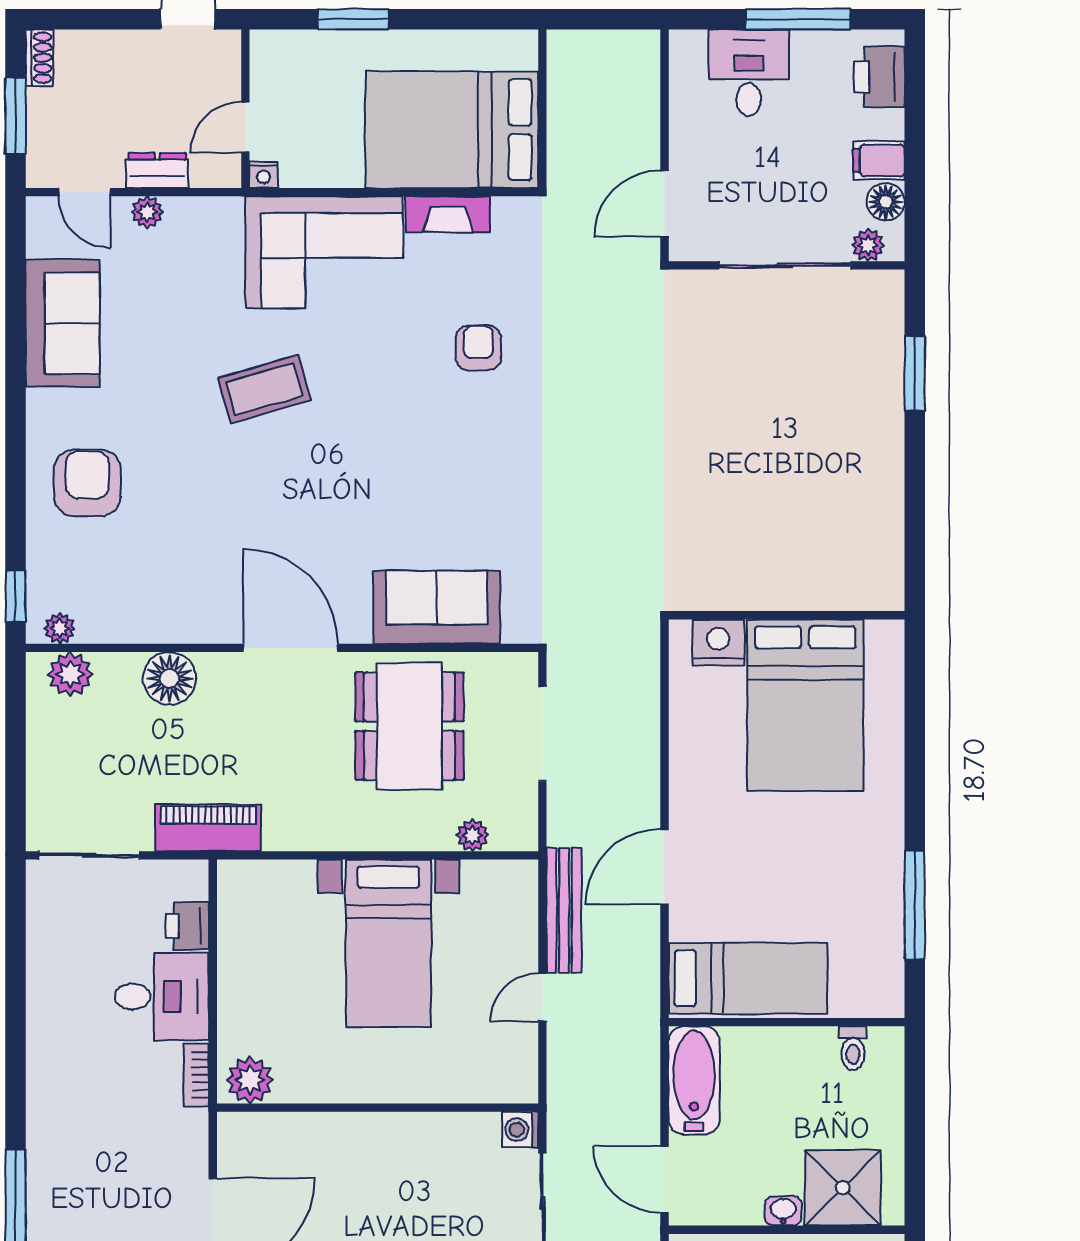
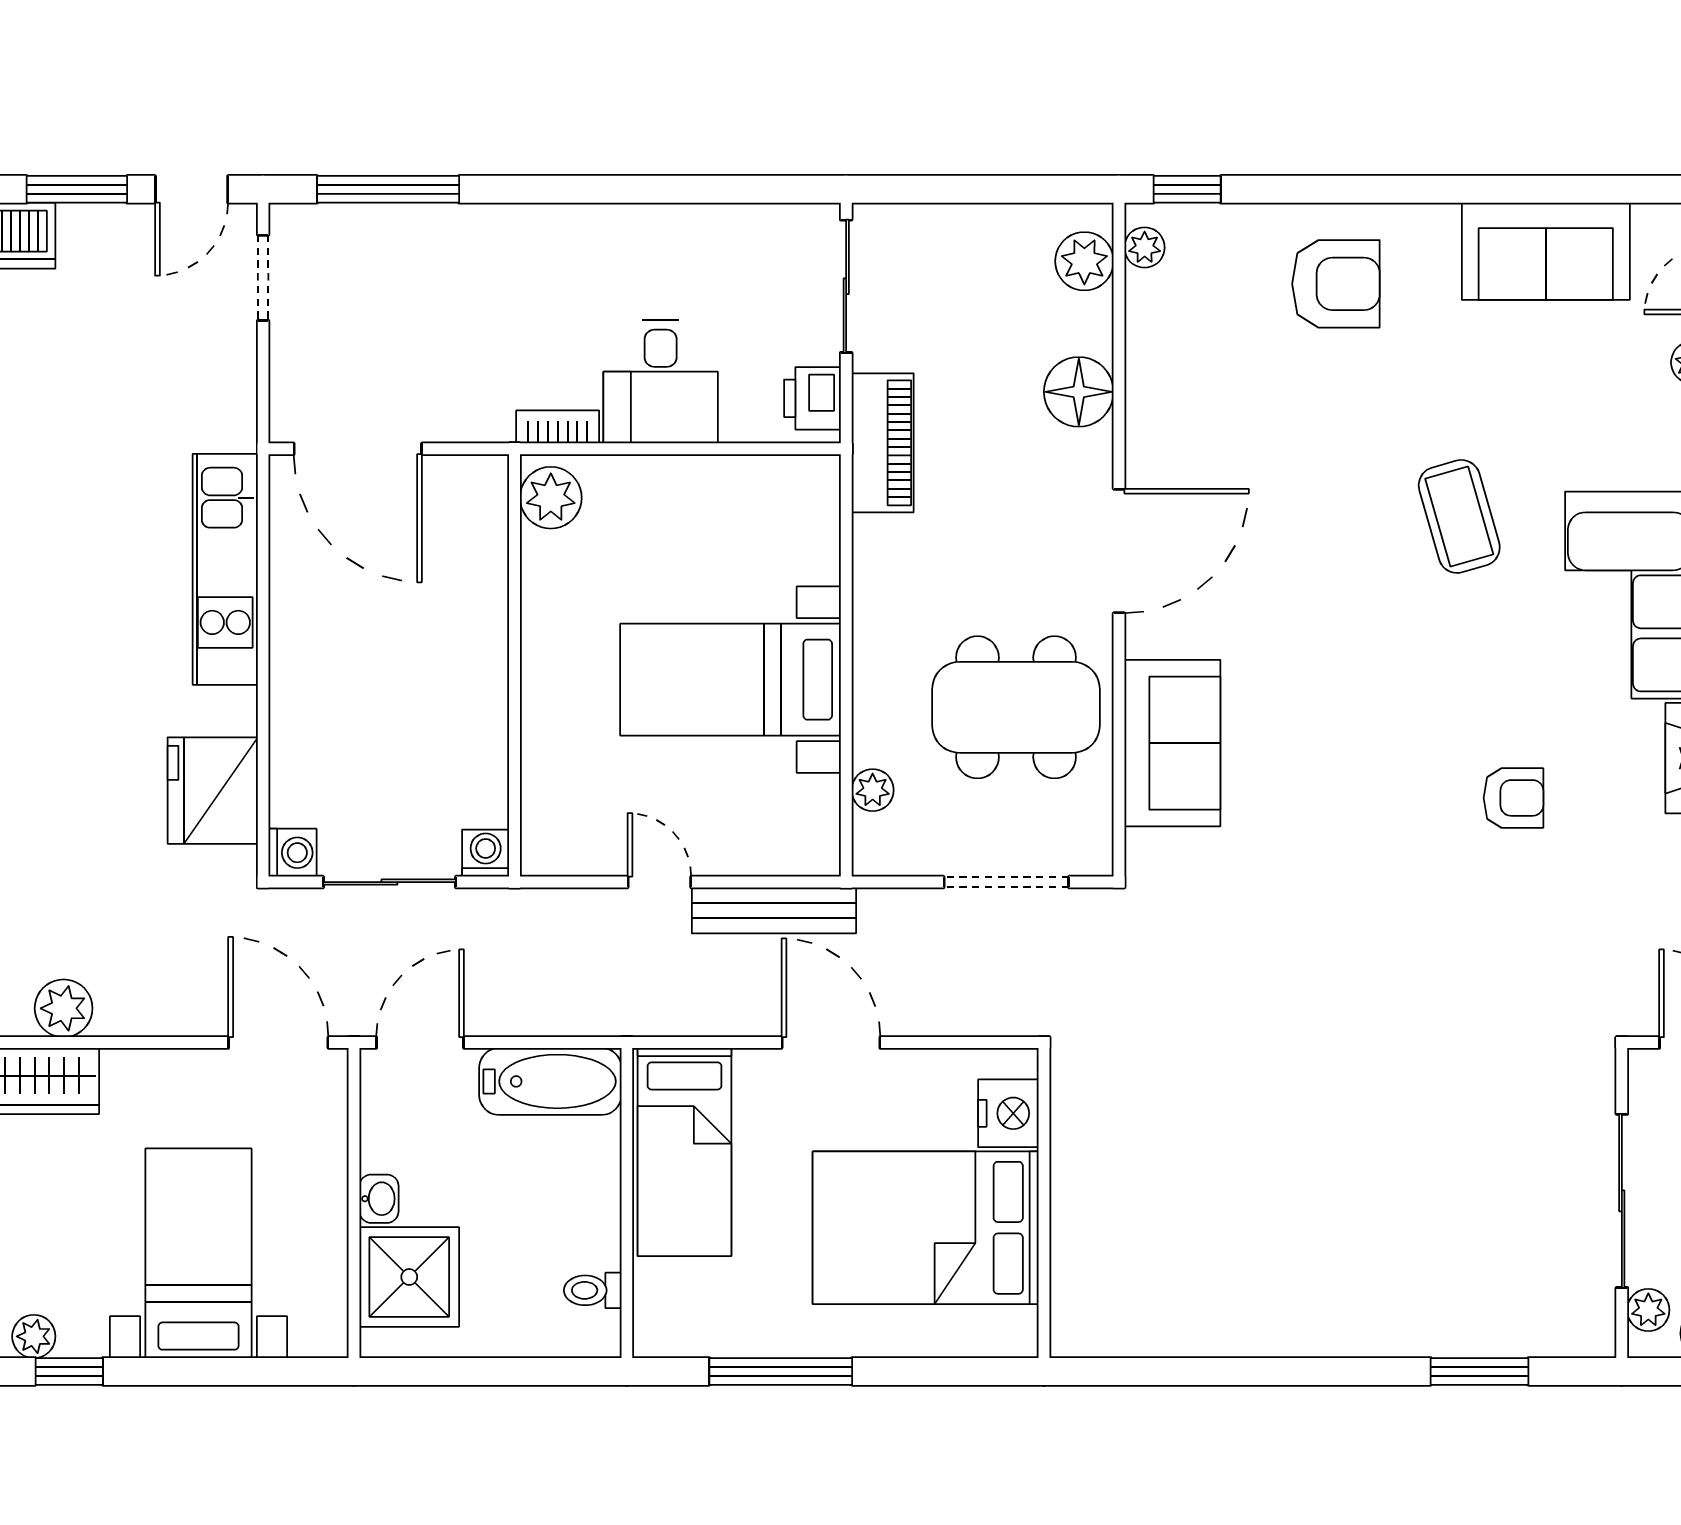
wall: (787, 615) -> (1044, 1203), moved
nightstand: (718, 642) -> (1008, 1113), moved
bed: (805, 705) -> (926, 1228), moved
printer: (187, 926) -> (812, 398), moved, turned -90

